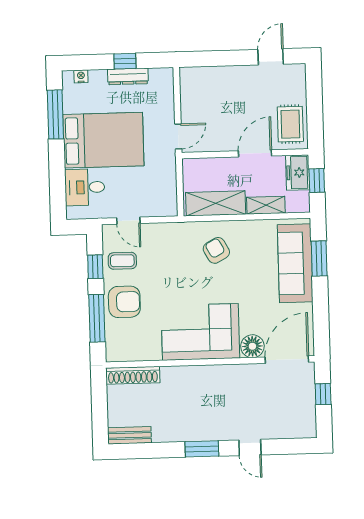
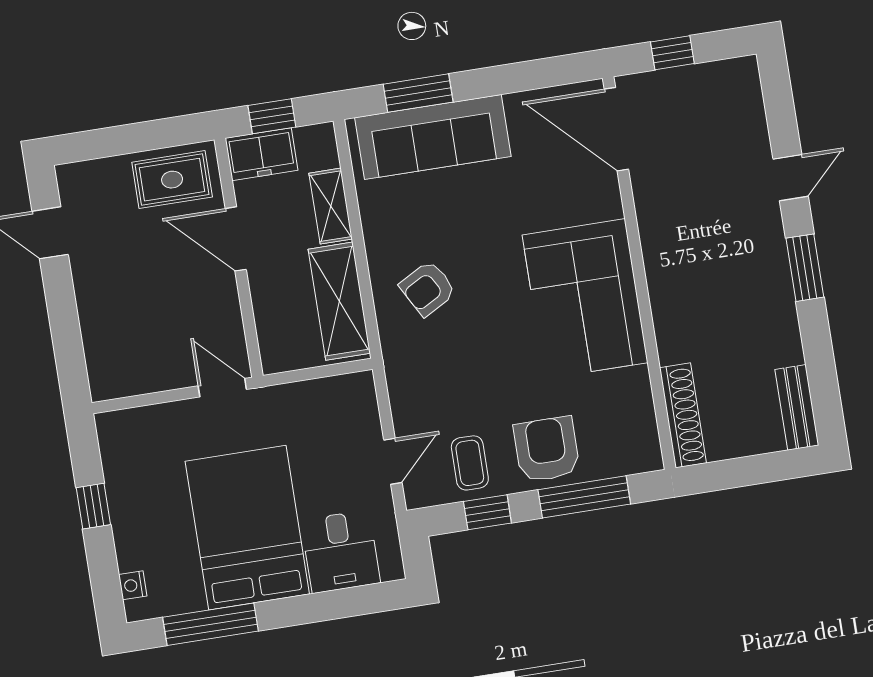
dresser: (128, 76) -> (121, 497), removed
floor lamp: (252, 346) -> (599, 197), removed

